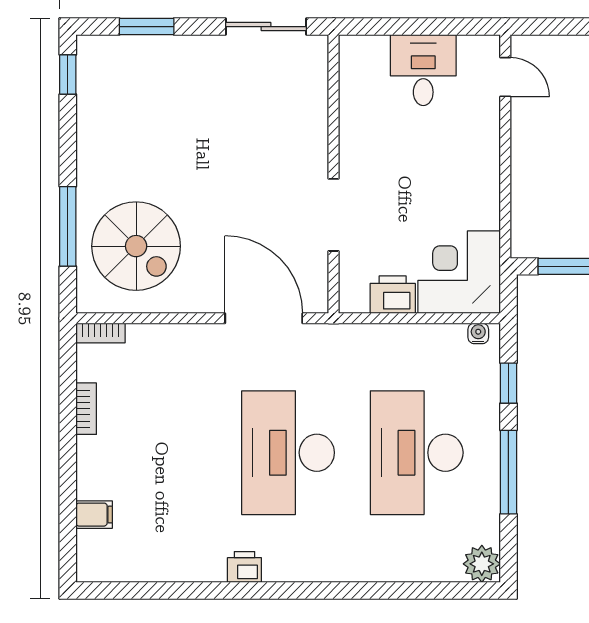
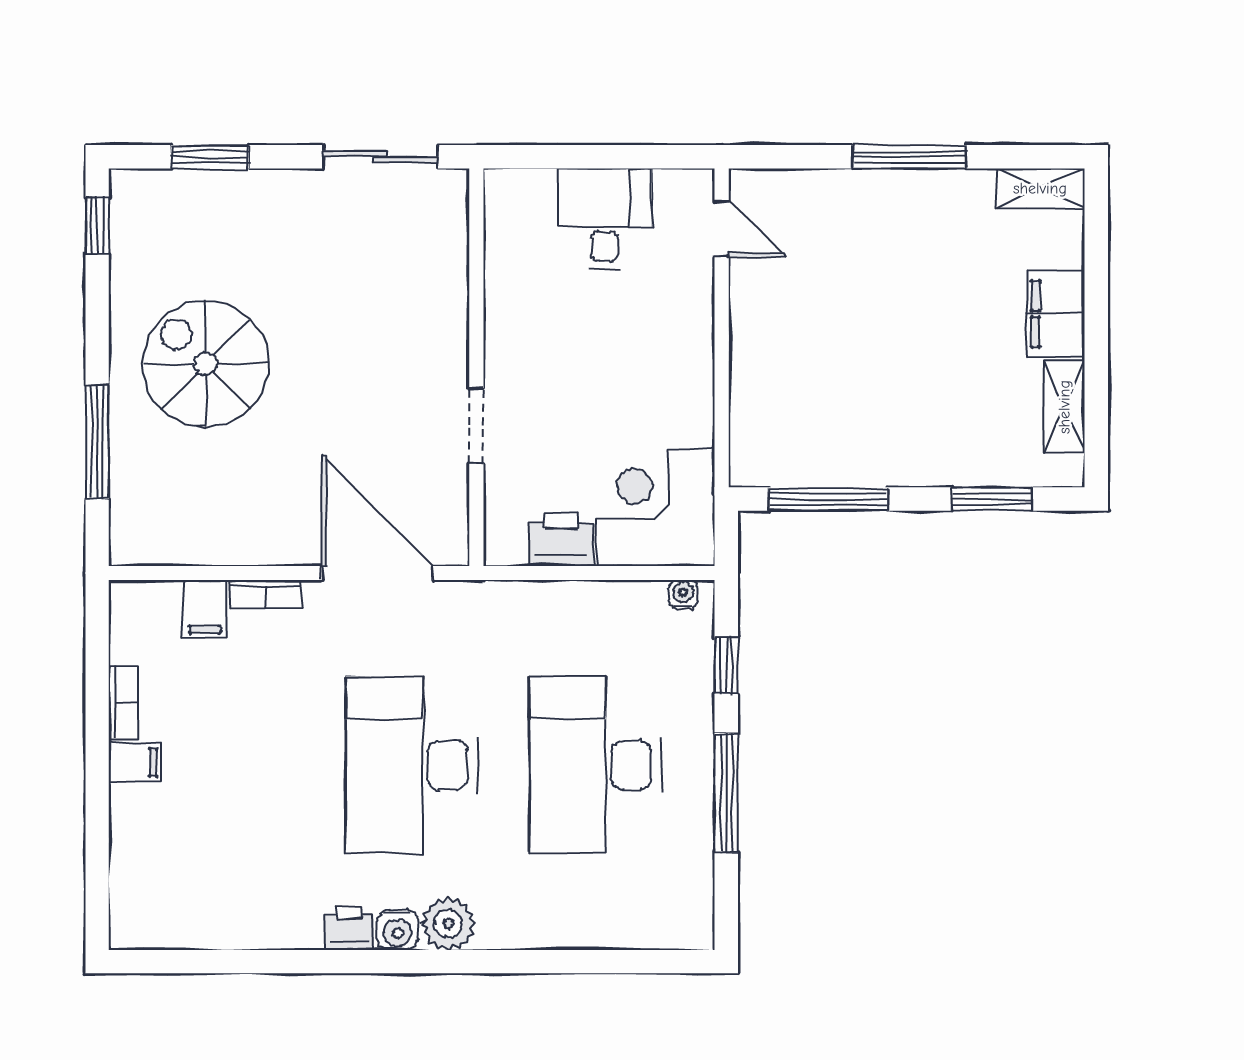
doorway: (333, 215) -> (476, 426), width x0.73
spiral stairs: (136, 246) -> (206, 364), moved, turned 180
bookcase: (100, 333) -> (266, 594), moved
filing cabinet: (143, 343) -> (205, 609), added
filing cabinet: (94, 515) -> (135, 762), moved
plant: (482, 564) -> (448, 924), moved
water cooler: (278, 568) -> (398, 930), added

